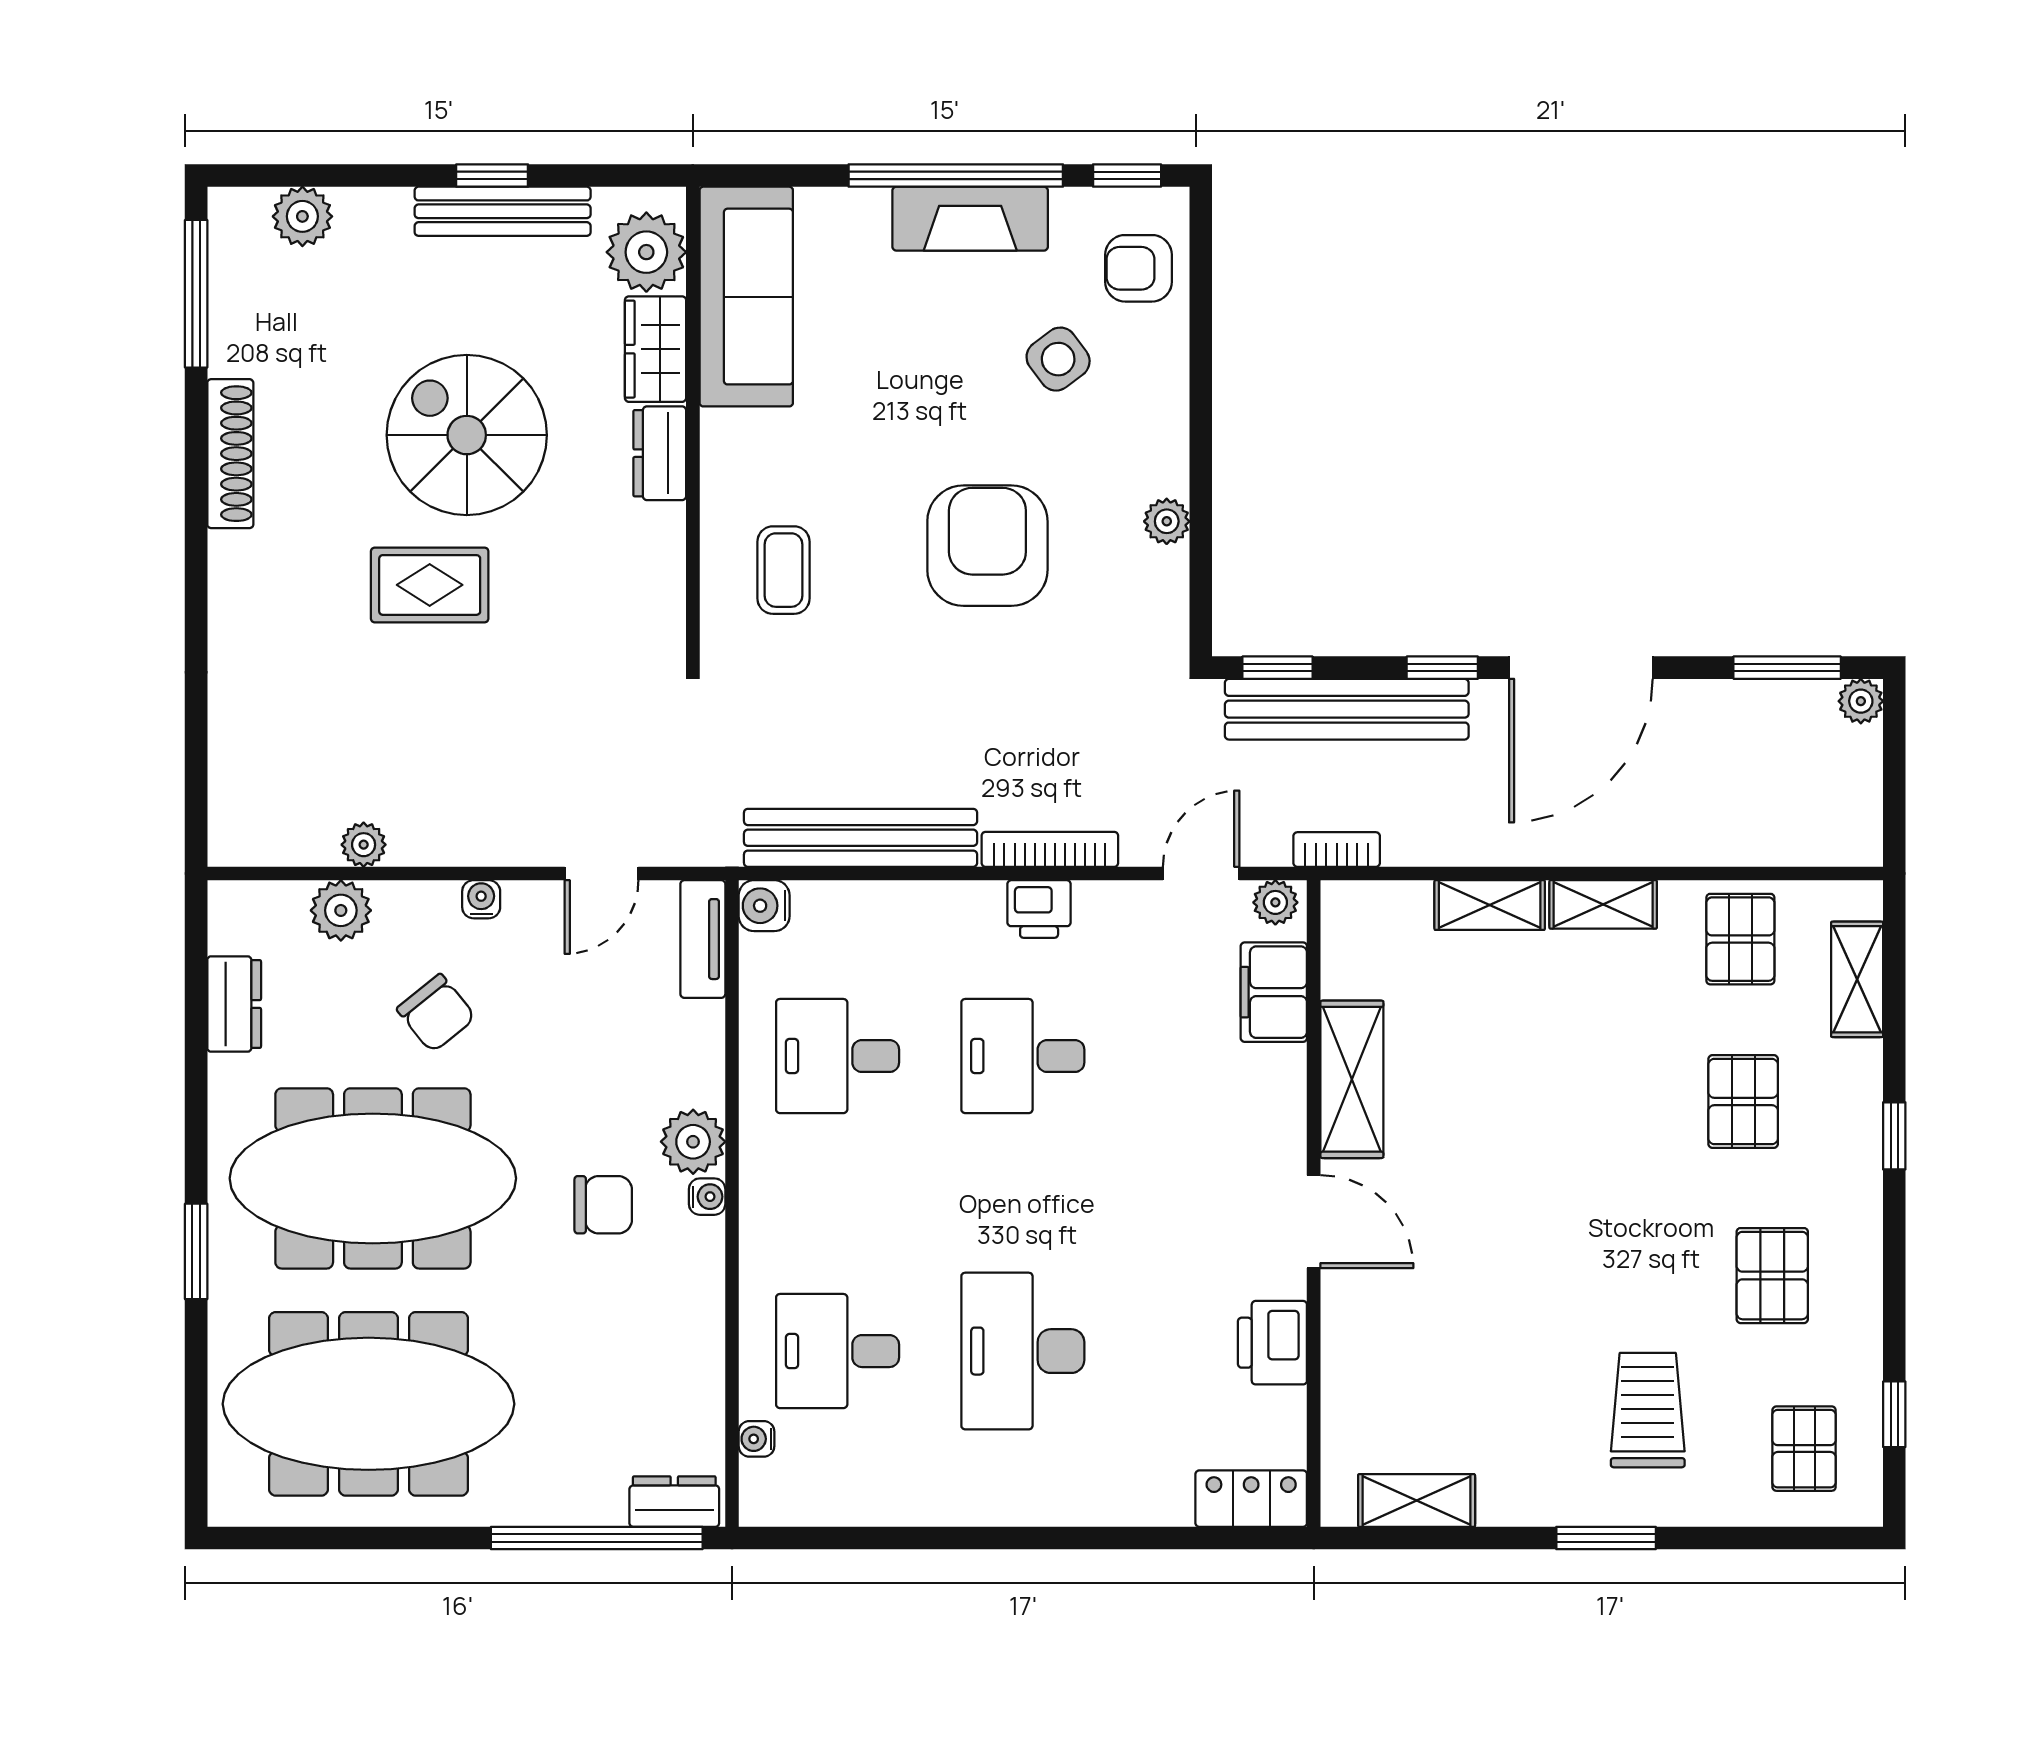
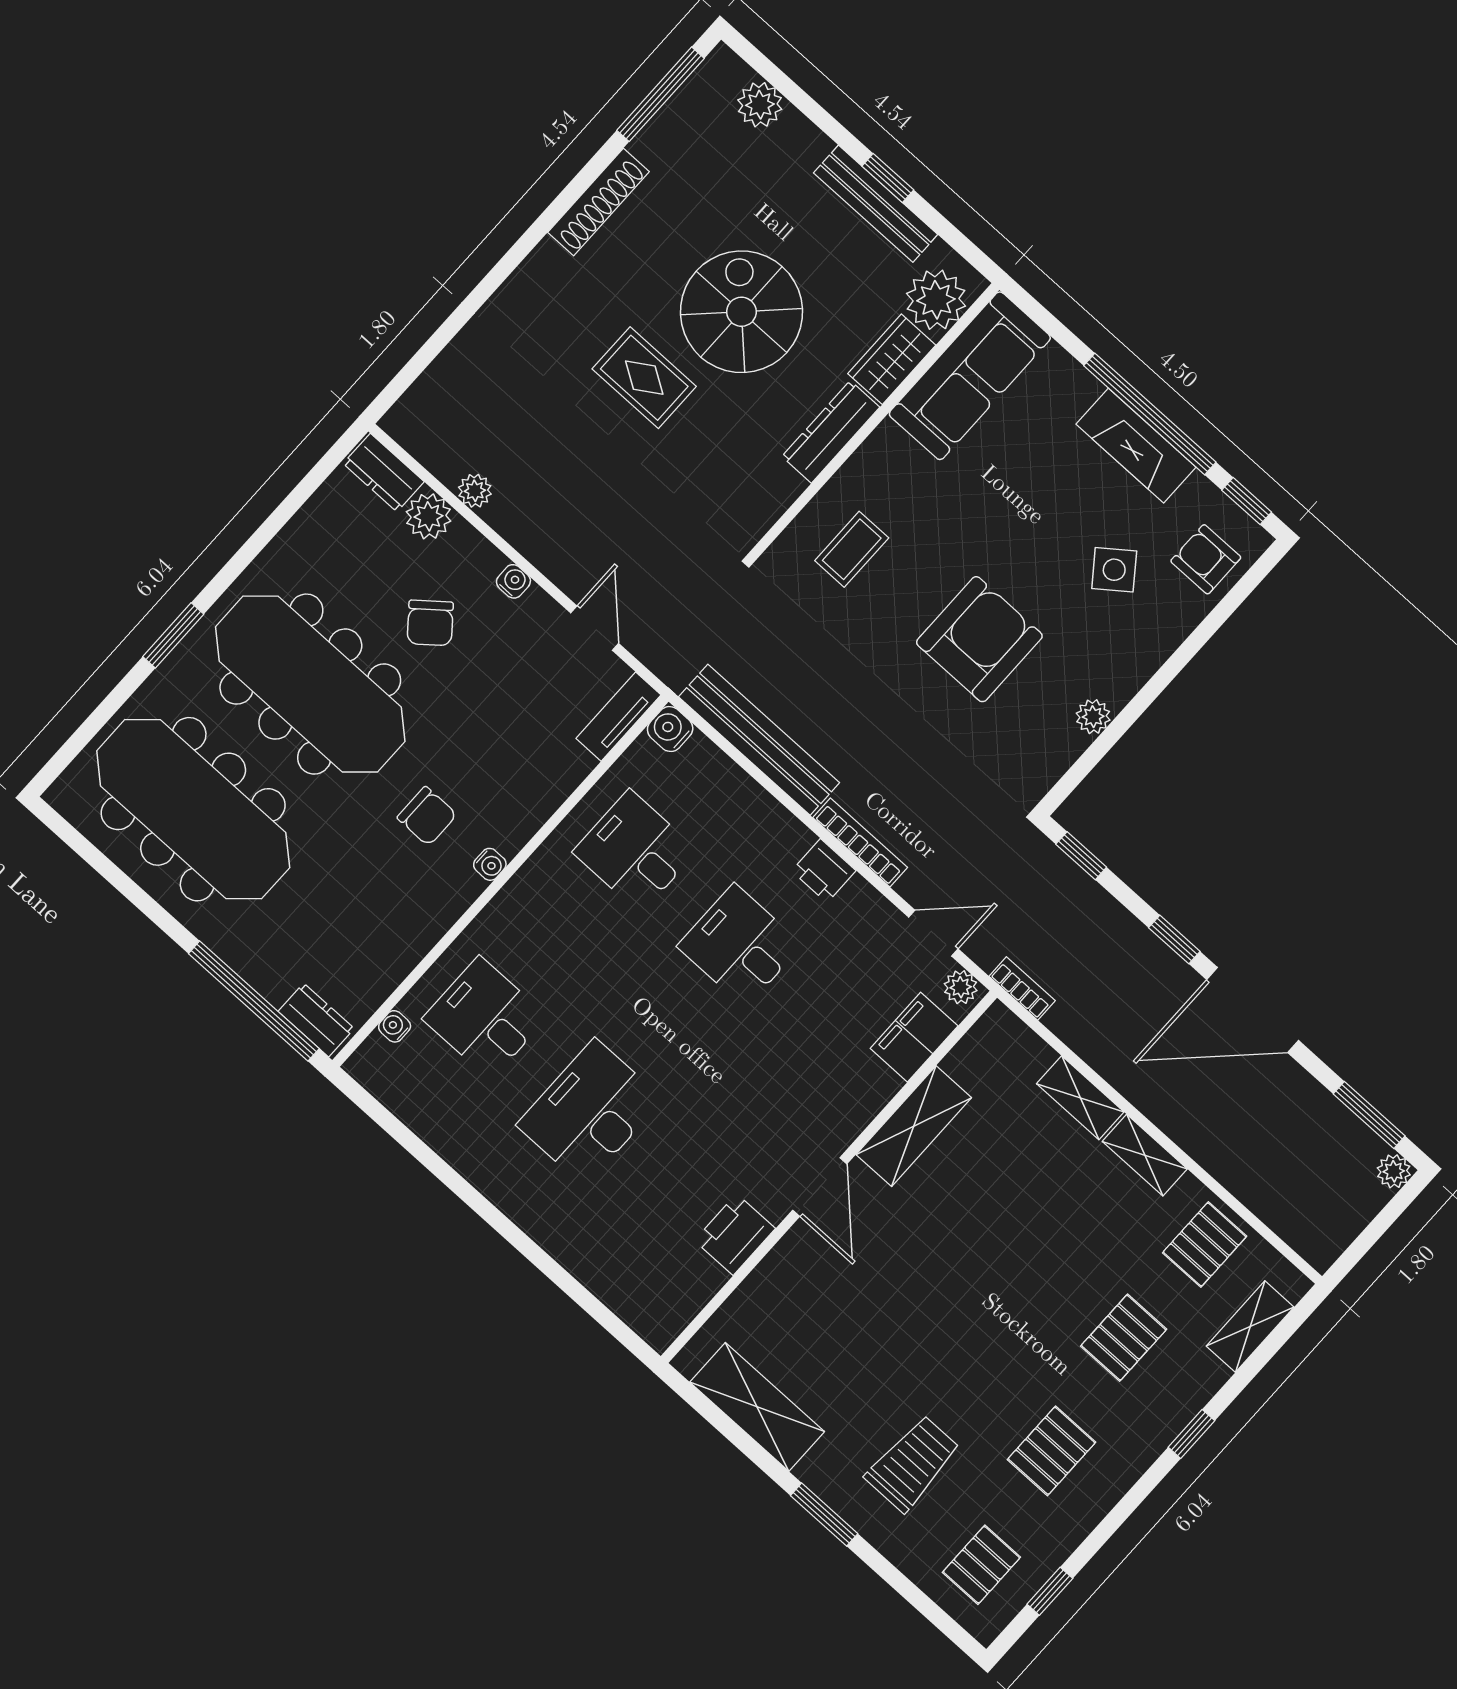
dresser: (660, 453) -> (831, 432), width x1.44
bench: (1347, 709) -> (1099, 914), removed
door: (602, 874) -> (595, 628), swing flipped
dresser: (234, 1004) -> (384, 473), moved, turned 90
plant: (693, 1142) -> (510, 826), removed
locker: (1251, 1499) -> (644, 1312), removed
shelving: (1417, 1500) -> (757, 1407), width x1.50, depth x1.33

